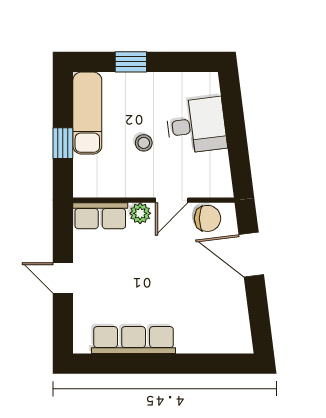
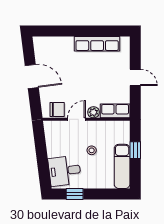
window: (131, 62) -> (75, 194), moved
desk: (196, 126) -> (65, 171), moved
chair: (208, 218) -> (57, 109), turned 180
door: (251, 255) -> (32, 77), moved

